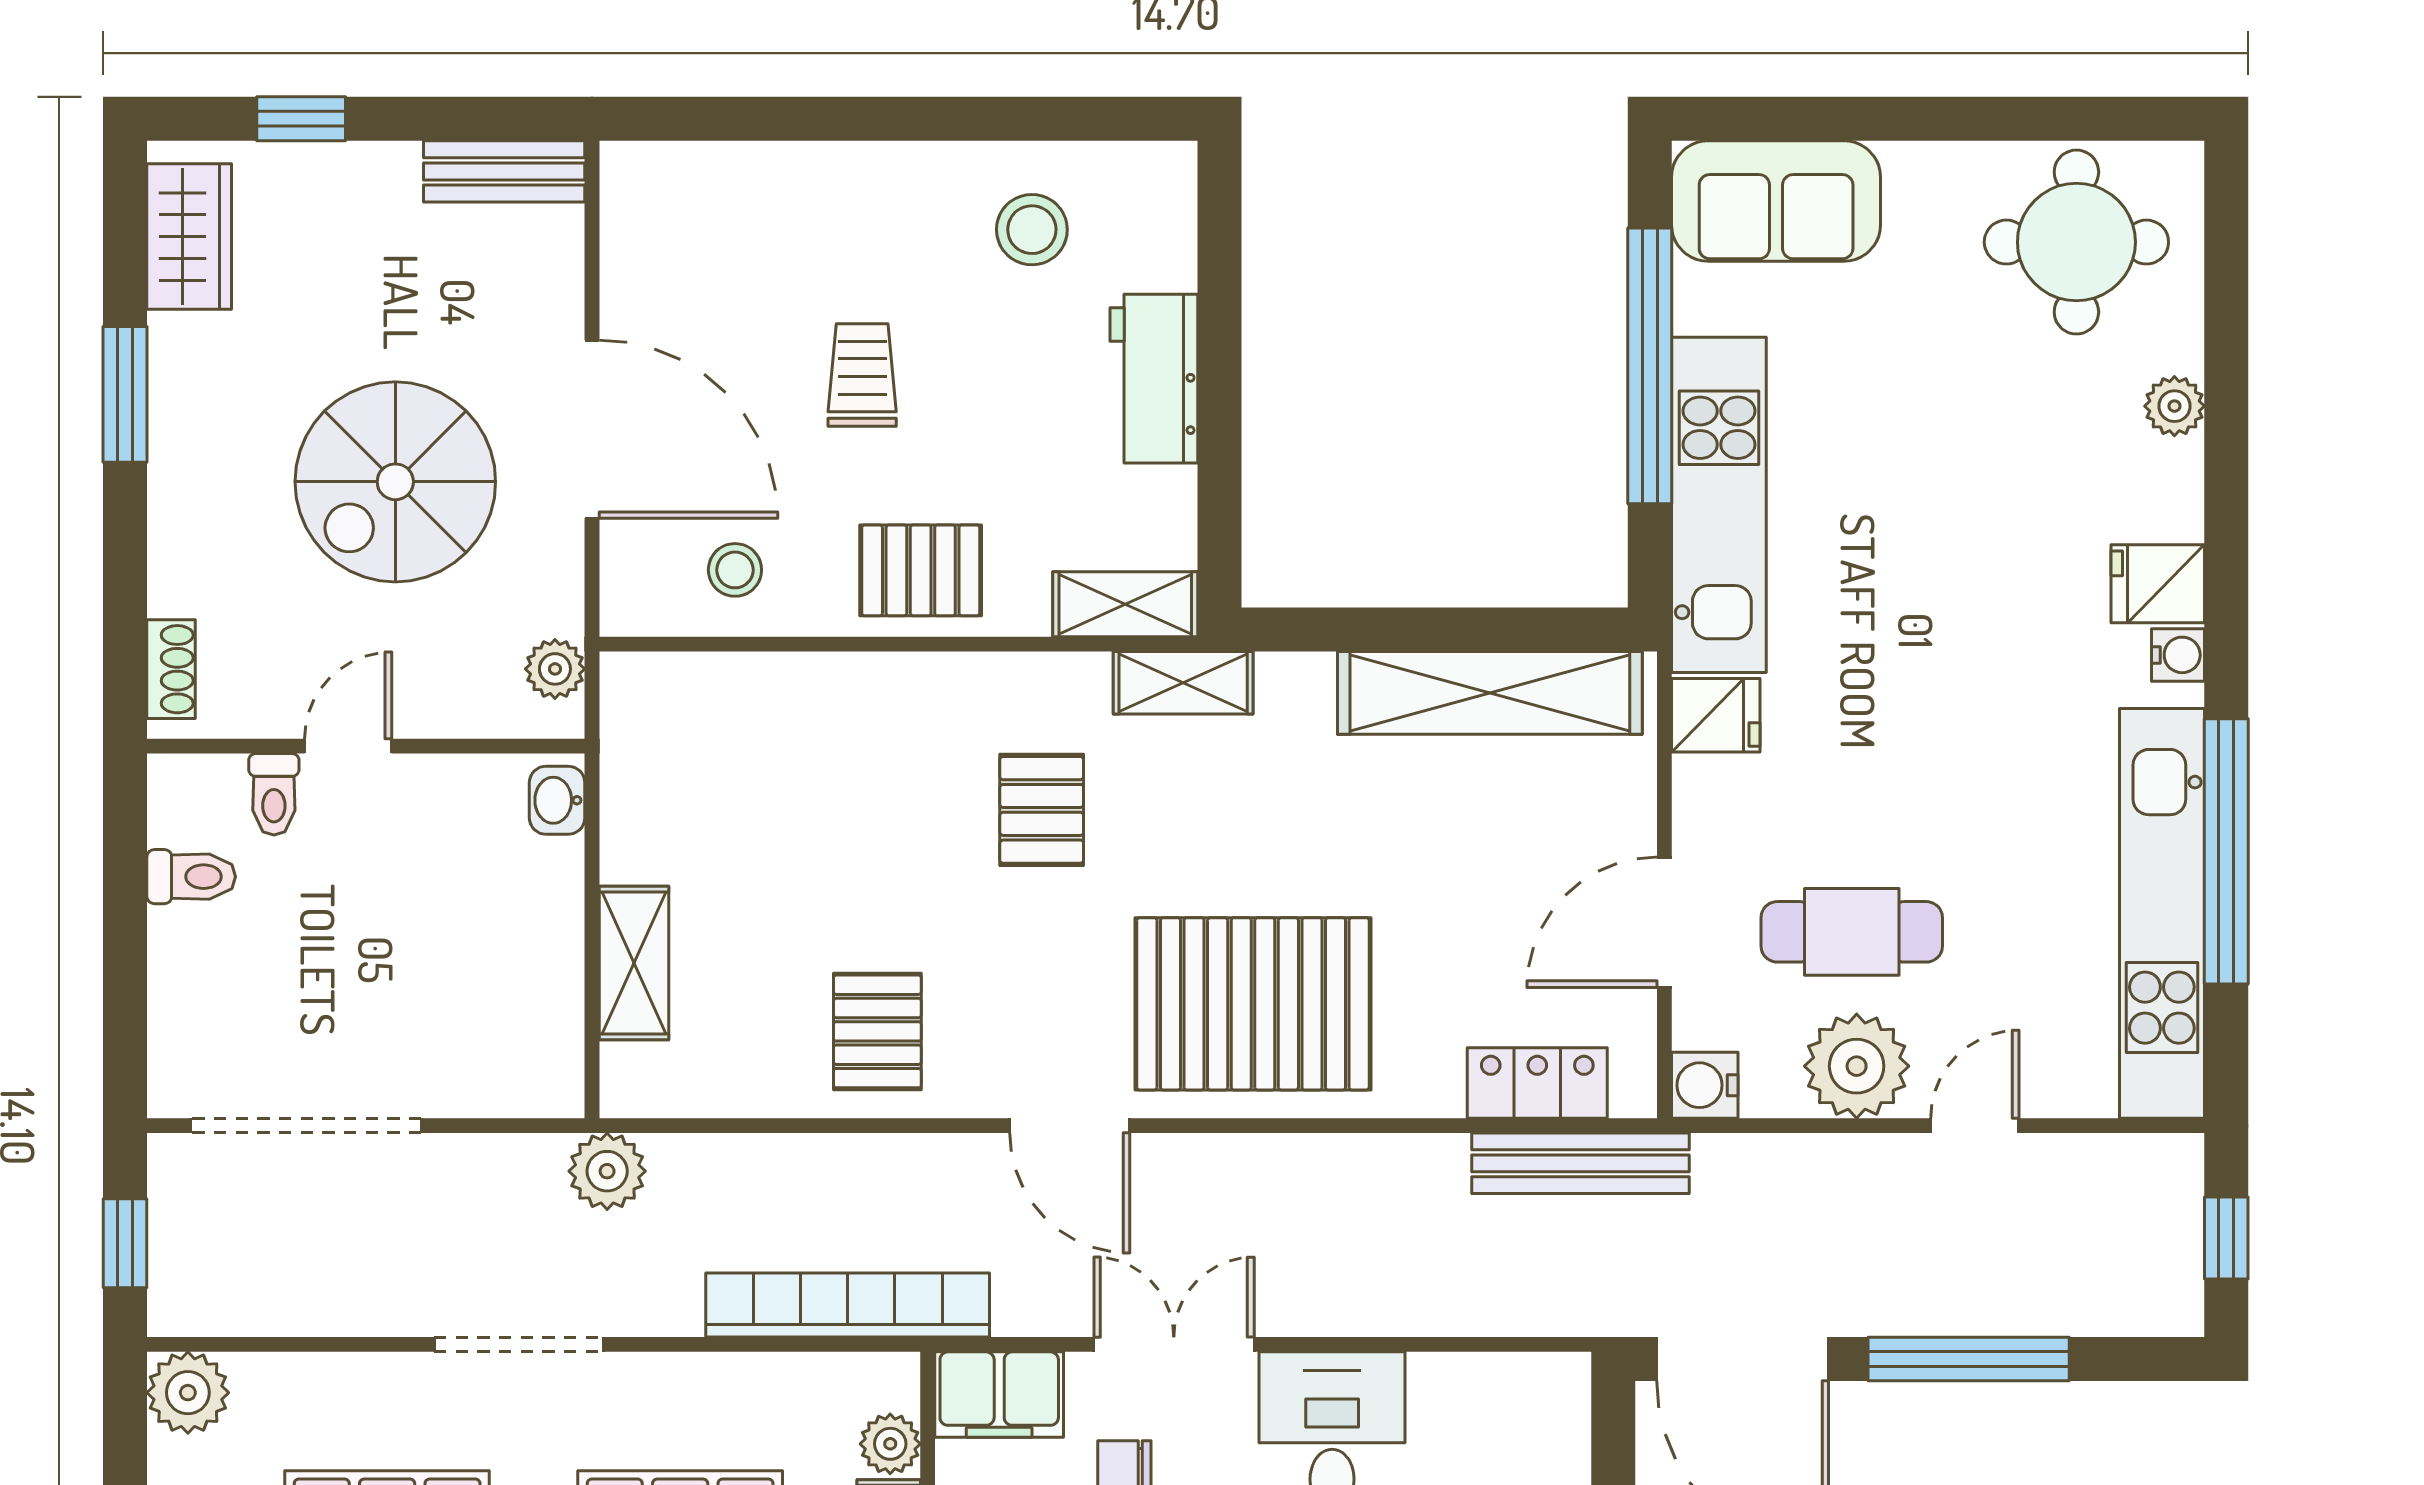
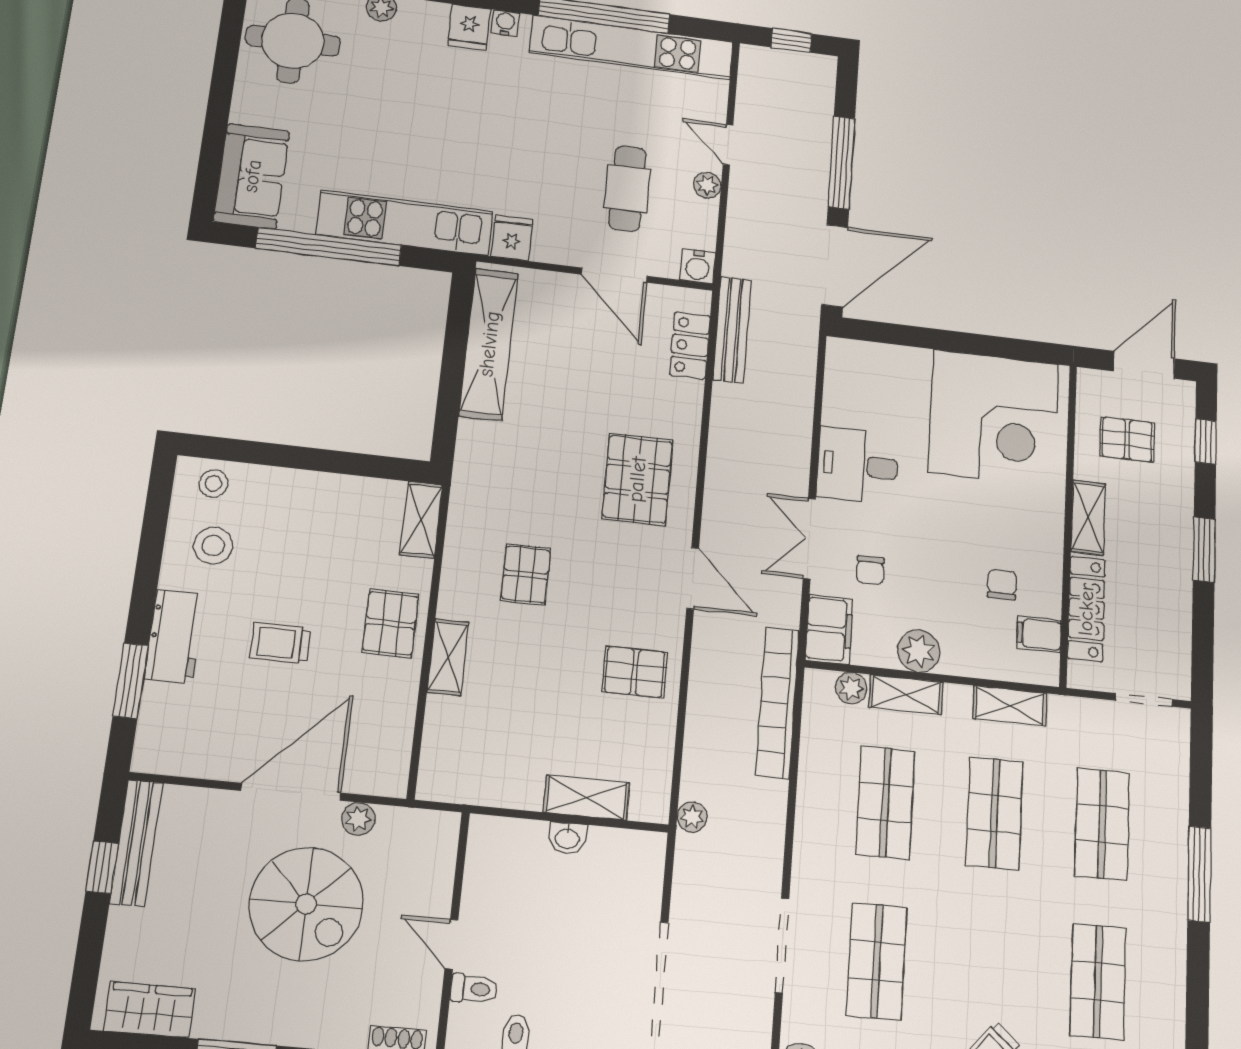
window: (301, 119) -> (102, 867), moved
window: (764, 119) -> (131, 681), added
bench: (504, 171) -> (136, 843), width x1.36
workbench: (1154, 379) -> (174, 637), moved, turned -90
stool: (735, 570) -> (213, 483), moved
plant: (555, 669) -> (358, 819), moved
shelving: (1183, 683) -> (448, 657), moved
washbasin: (557, 800) -> (567, 838), moved
pallet: (1042, 810) -> (526, 574), turned 90
pallet: (1253, 1004) -> (637, 479), width x0.73, depth x0.71
plant: (1857, 1066) -> (707, 185), width x0.53, depth x0.53
door: (1070, 1126) -> (693, 578), hinge flipped
plant: (607, 1171) -> (692, 817), width x0.73, depth x0.73
doorway: (519, 1344) -> (782, 945), moved

